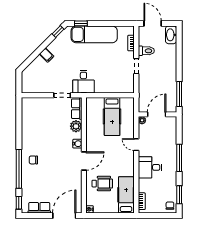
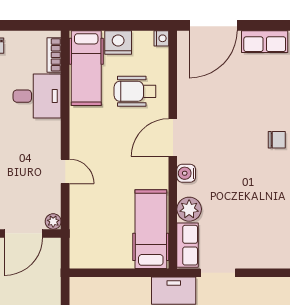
hospital bed: (112, 117) -> (151, 229), moved
desk: (150, 167) -> (37, 96), moved
nightstand: (110, 207) -> (118, 42), added

